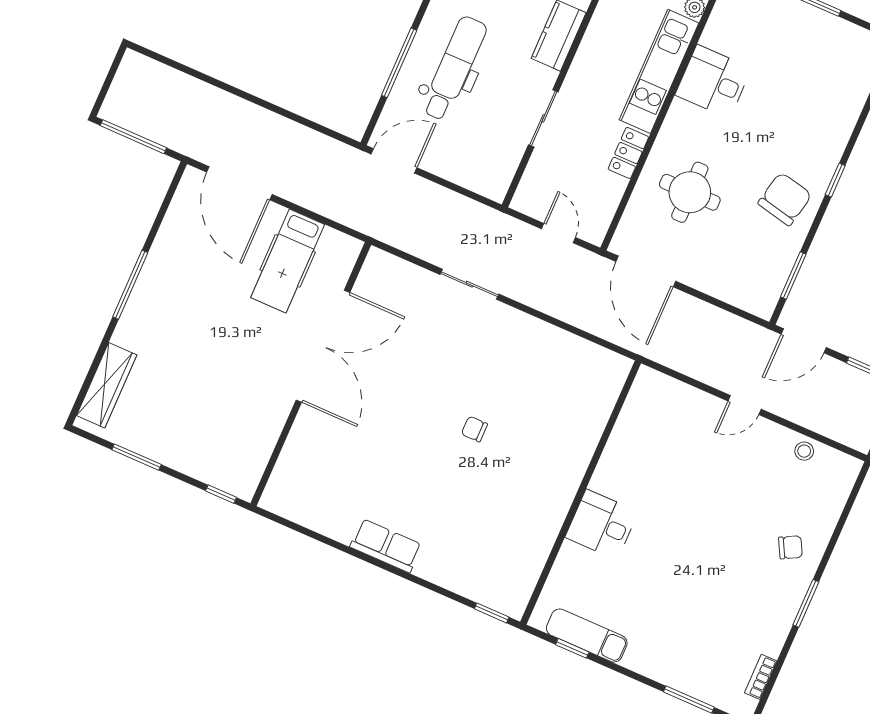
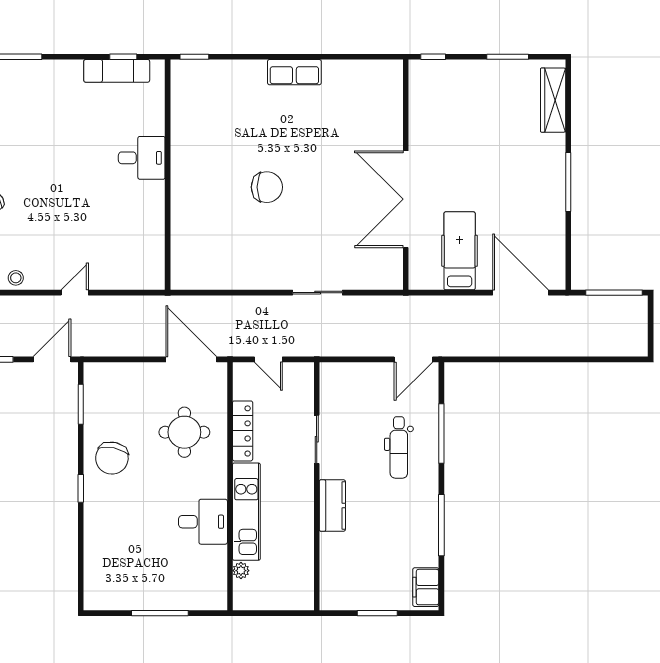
dental chair: (454, 68) -> (399, 447), width x0.73, depth x0.72
locker: (628, 153) -> (243, 431), width x1.53
chair: (474, 429) -> (267, 187), width x1.87, depth x1.87

